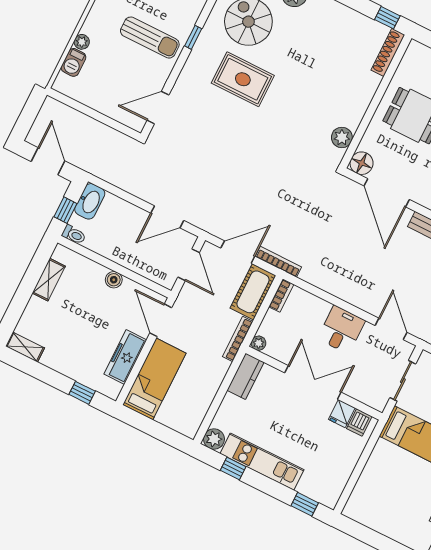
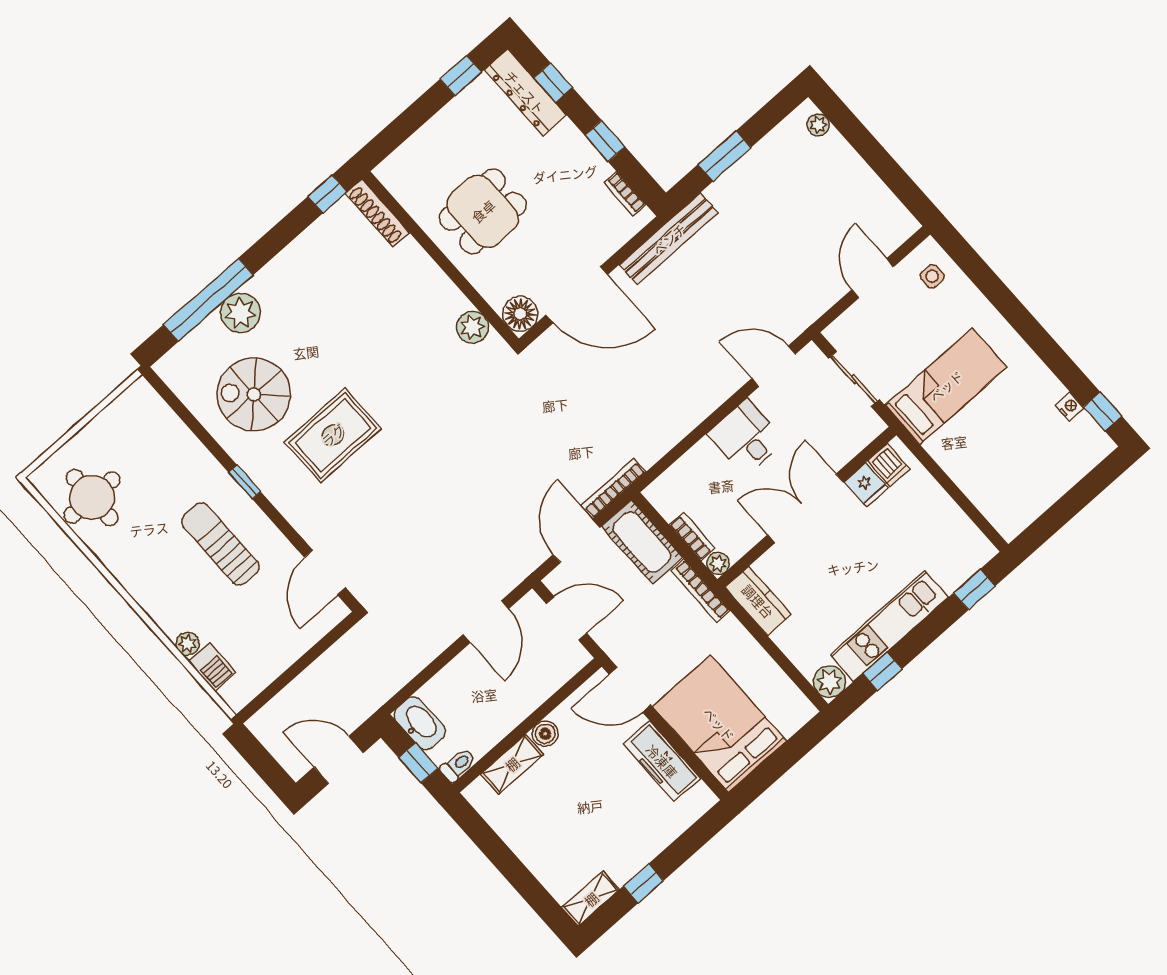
sun lounger: (150, 38) -> (220, 544), turned -90
shelving: (49, 280) -> (512, 764), moved, turned 90
bookcase: (281, 296) -> (692, 536), moved
bed: (154, 379) -> (719, 724), width x1.50
window: (82, 393) -> (643, 883), moved

